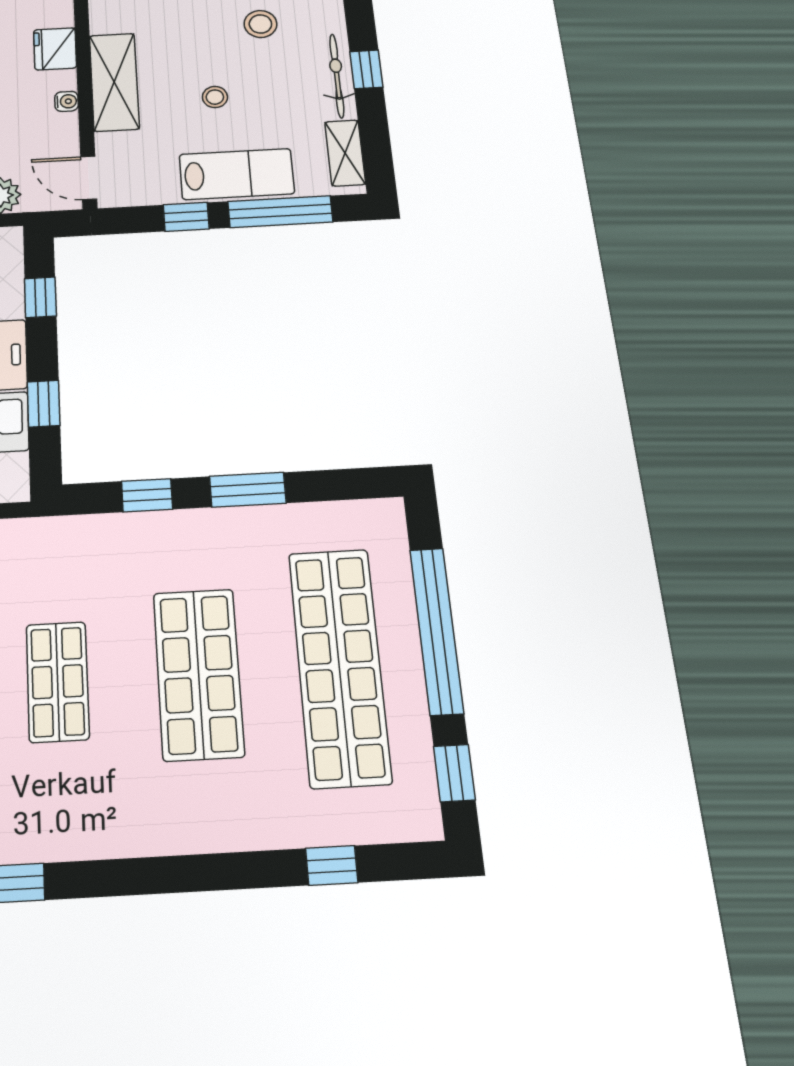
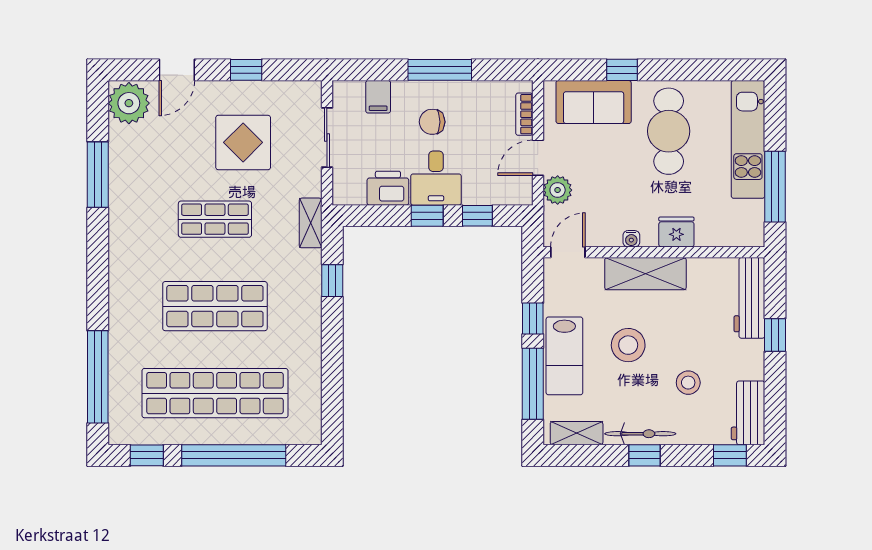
stool: (215, 97) -> (628, 345), width x1.89, depth x1.89
window: (44, 404) -> (427, 216), moved
window: (248, 490) -> (332, 346), removed
shelving: (59, 532) -> (311, 223), added
window: (332, 865) -> (98, 377), width x3.17

